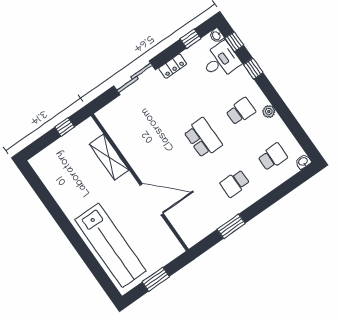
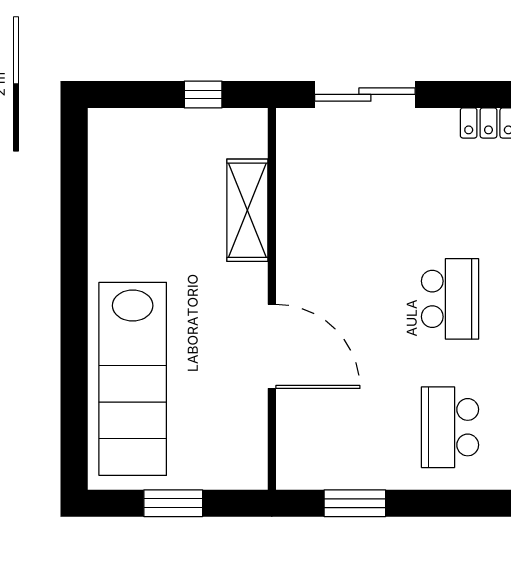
sliding door: (135, 78) -> (365, 94), moved
school desk: (235, 183) -> (450, 427), width x1.85
window: (231, 226) -> (355, 503), moved

